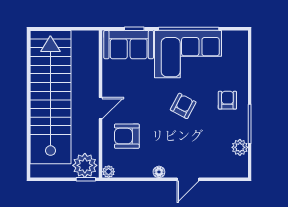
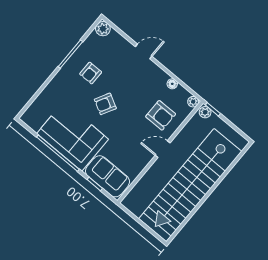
armchair: (227, 100) -> (91, 73), moved
plant: (240, 147) -> (103, 29), moved
plant: (85, 165) -> (205, 112), width x0.53, depth x0.53
floor lamp: (159, 172) -> (172, 84), moved

